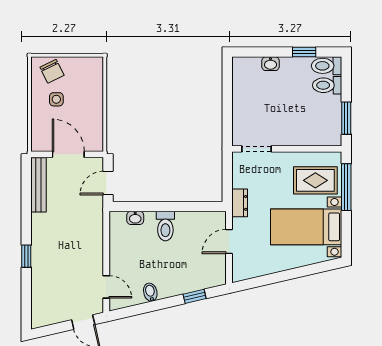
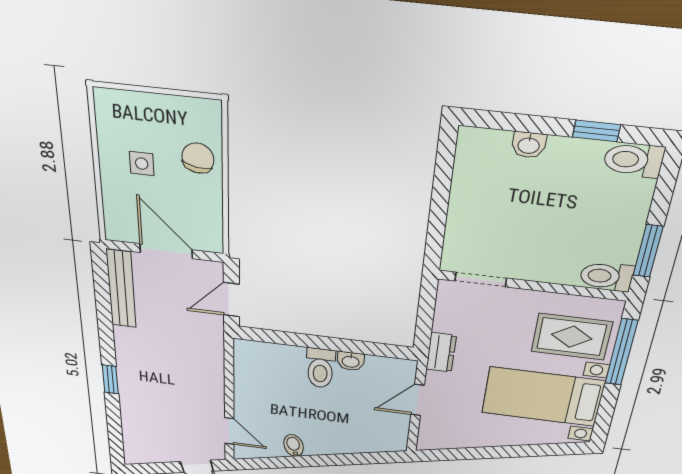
chair: (52, 71) -> (198, 158), moved, turned -145
toilet: (327, 85) -> (607, 276), moved
washbasin: (135, 218) -> (351, 361), moved
window: (195, 296) -> (358, 459), removed

